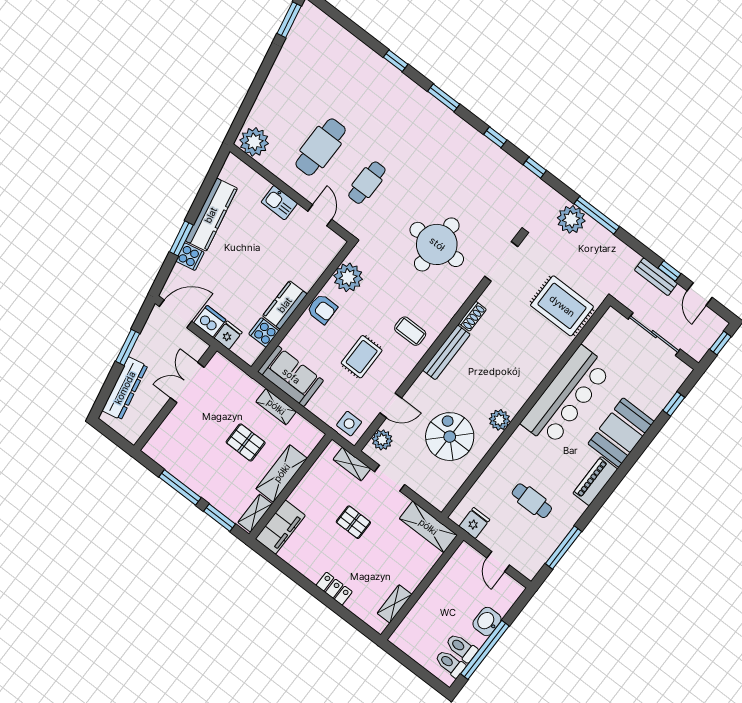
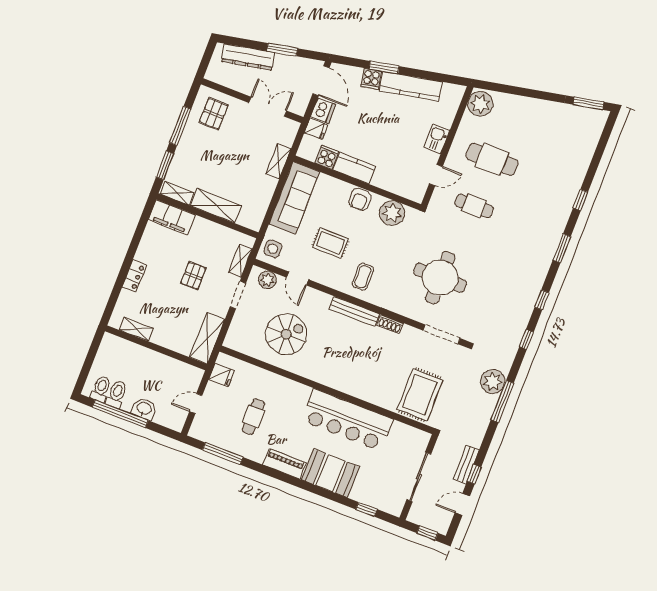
sofa: (291, 376) -> (294, 198), width x1.36
shelving: (276, 407) -> (278, 161), moved
plant: (500, 420) -> (312, 371), removed
pallet: (246, 442) -> (214, 114), moved

